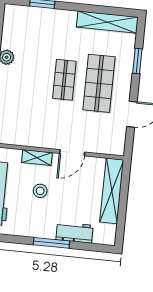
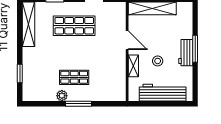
shop shelf: (64, 80) -> (74, 77), moved
workbench: (74, 232) -> (186, 53), moved

